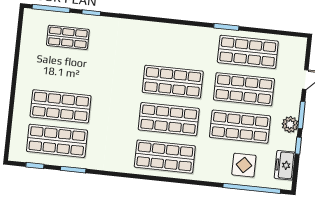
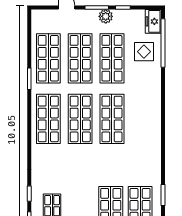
shop shelf: (165, 157) -> (48, 119), moved
freezer: (285, 165) -> (153, 21), moved, turned 90

